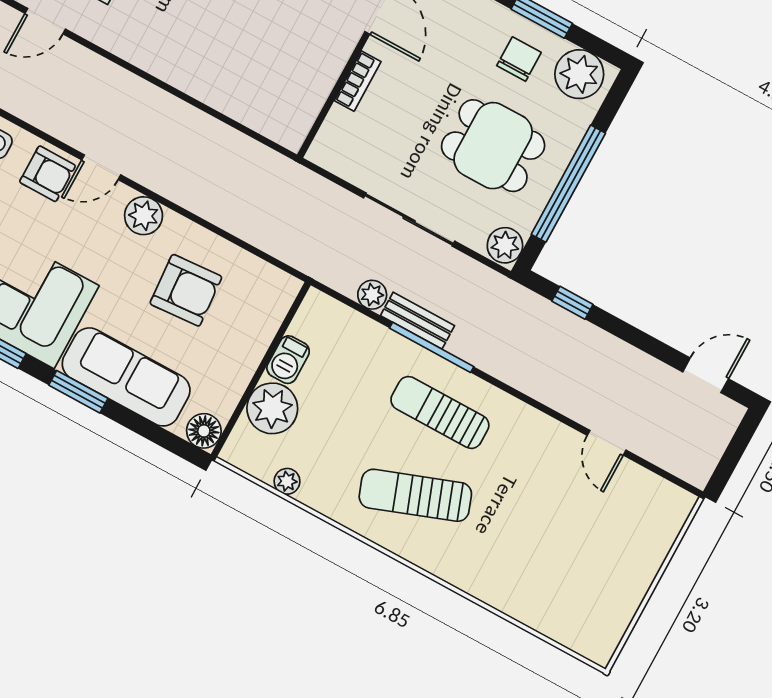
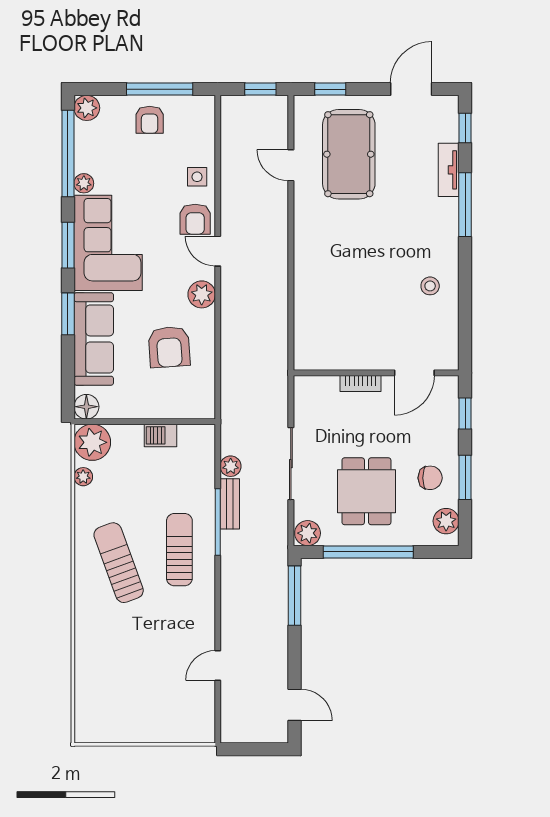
plant: (579, 74) -> (446, 521), width x0.73, depth x0.73
window: (572, 303) -> (294, 596), width x2.17
plant: (272, 408) -> (92, 442), moved

